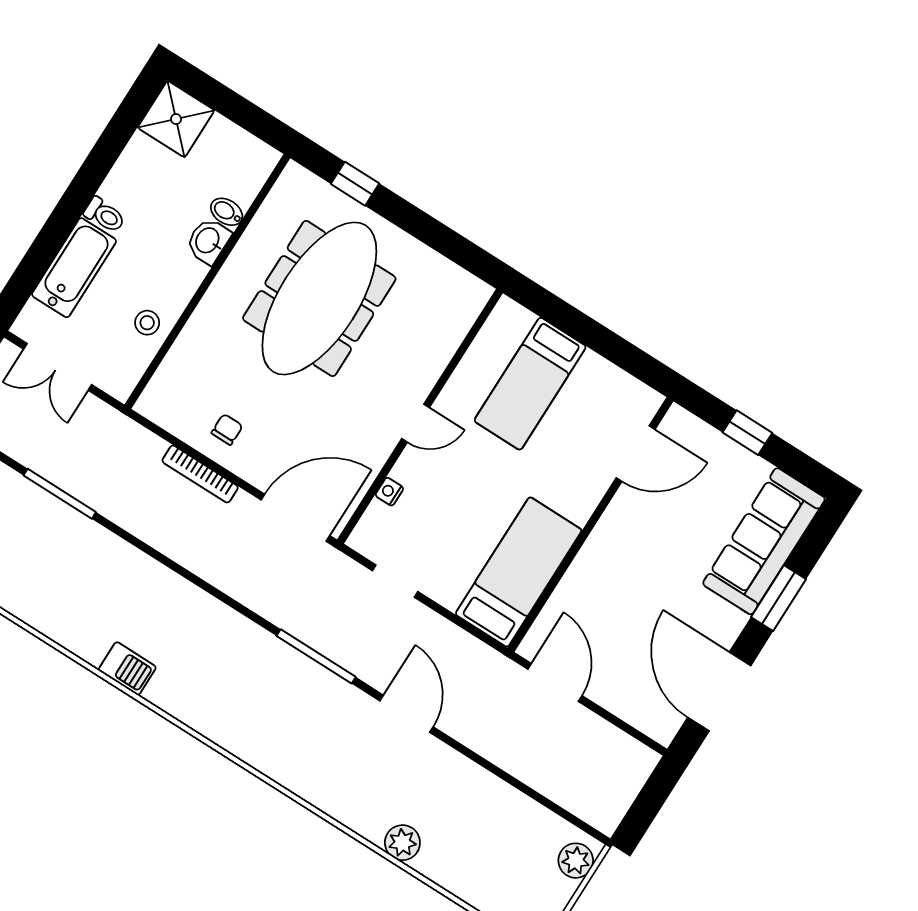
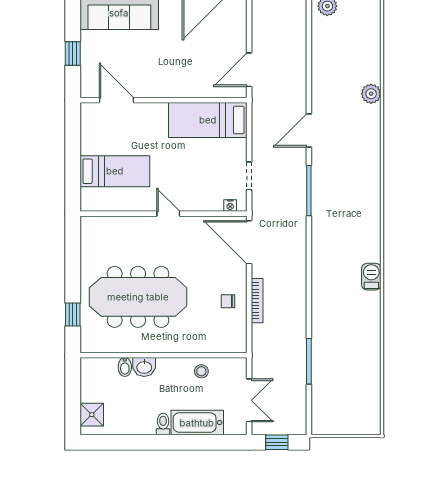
shower: (176, 119) -> (92, 415), width x0.73, depth x0.73
nightstand: (389, 492) -> (230, 206), moved

